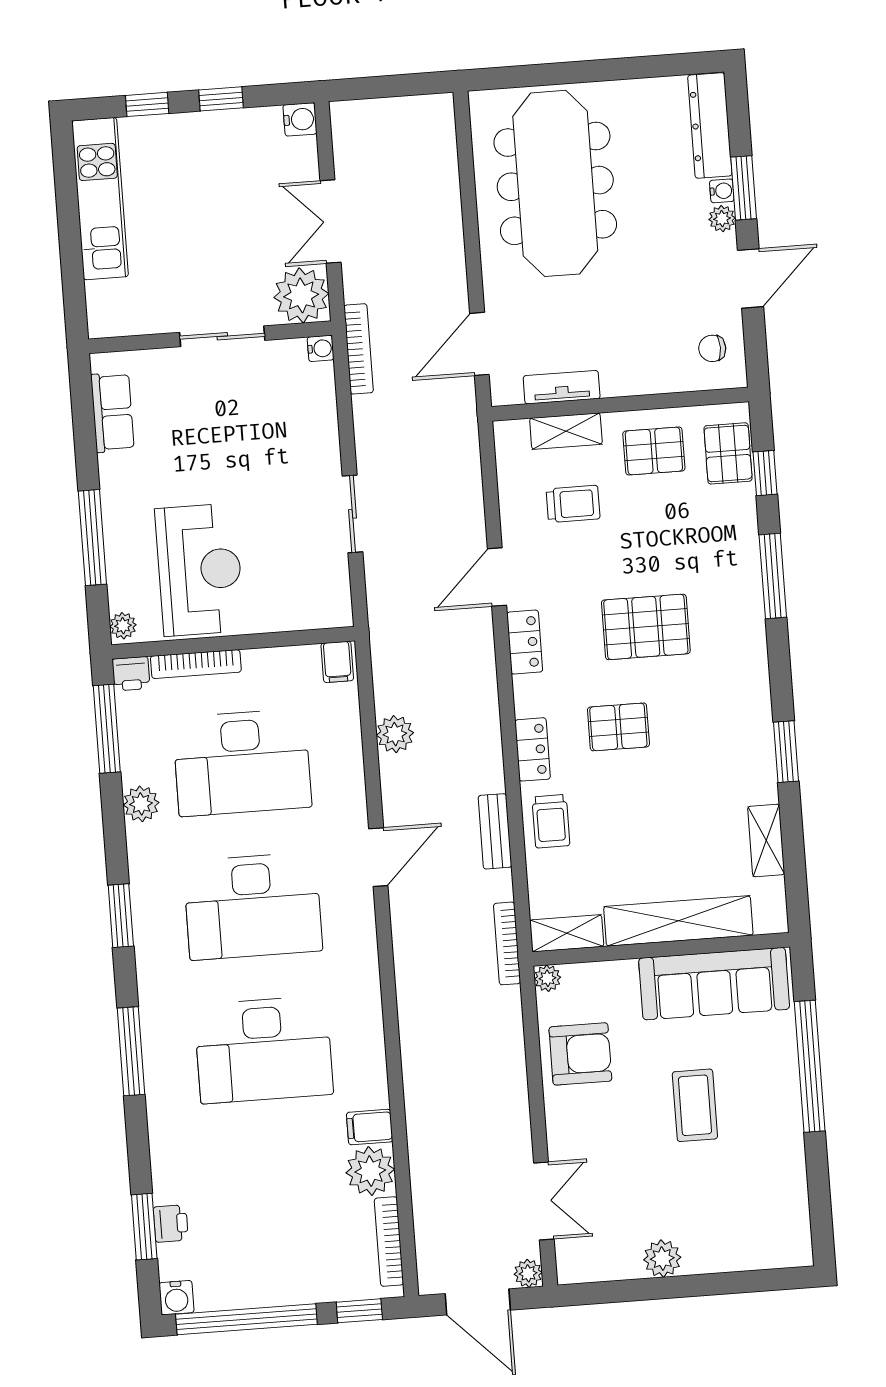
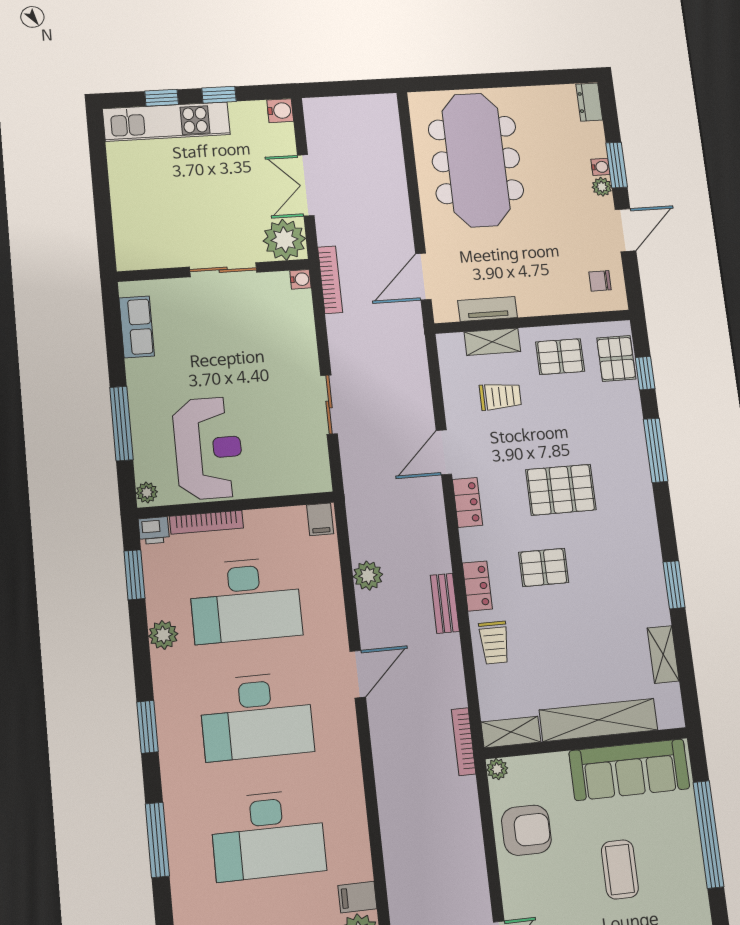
dresser: (710, 125) -> (589, 102), width x0.51, depth x0.80
kitchen unit: (100, 199) -> (166, 122), moved, turned 90
window: (107, 729) -> (134, 575), width x0.69
bench: (495, 831) -> (445, 603), moved

